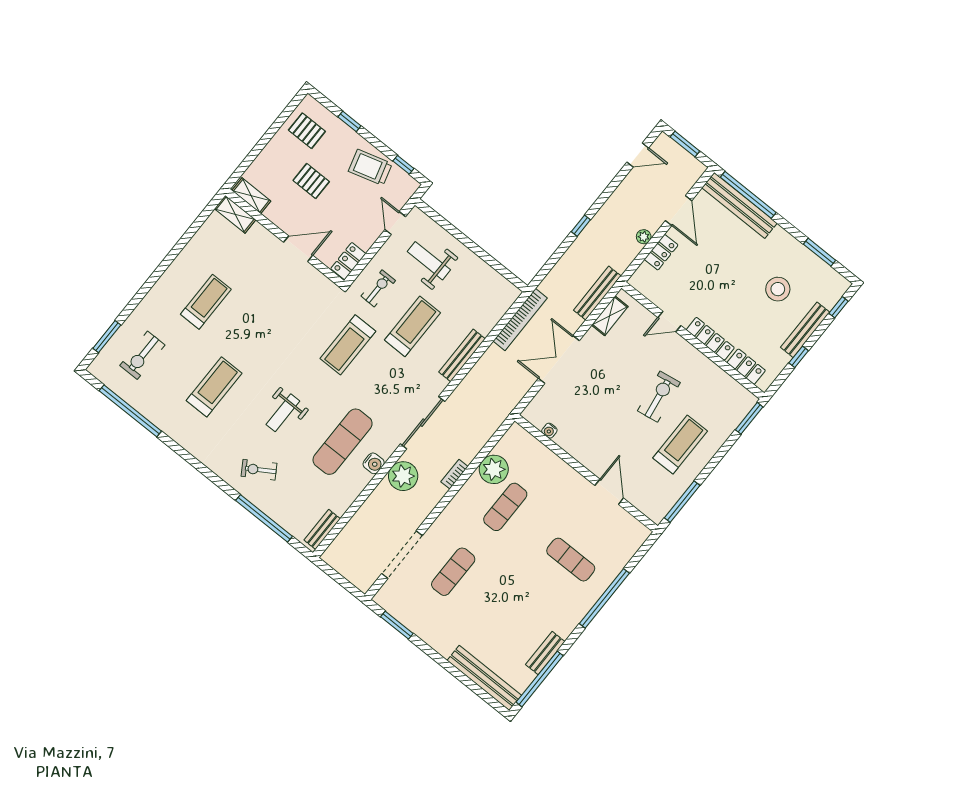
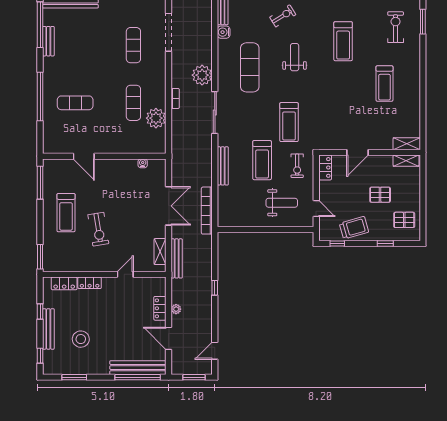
locker: (710, 339) -> (90, 283), width x0.66
treadmill: (348, 345) -> (289, 122), turned 180
water cooler: (374, 463) -> (224, 32), moved

